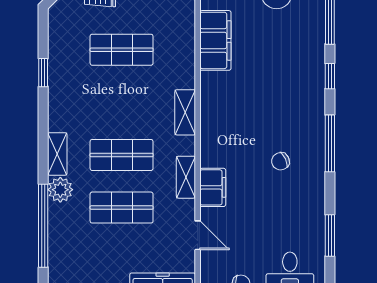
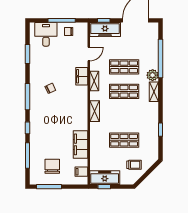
door: (198, 235) -> (89, 54), swing flipped

